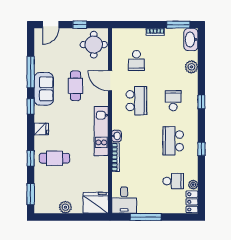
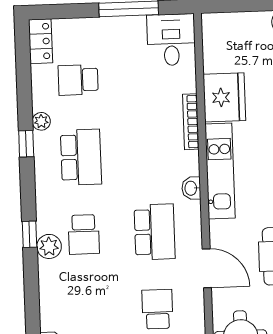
plant: (191, 67) -> (49, 246), moved
school desk: (136, 101) -> (155, 232), turned 180
washbasin: (117, 136) -> (191, 188), moved
plant: (193, 185) -> (41, 121), moved
fridge: (96, 203) -> (224, 97), moved, turned -90

